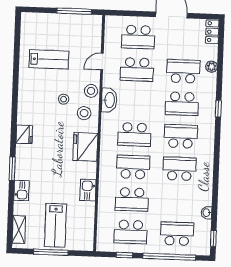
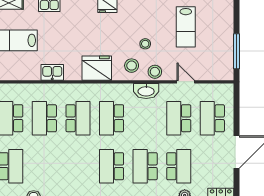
school desk: (181, 136) -> (112, 166), turned 180
school desk: (179, 169) -> (78, 166), removed

